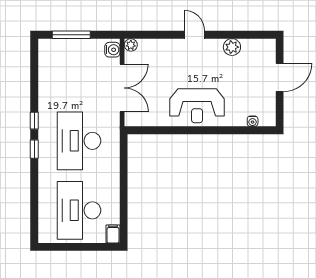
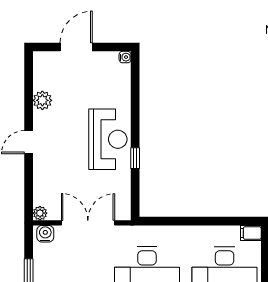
door: (280, 77) -> (76, 47), hinge flipped
water cooler: (253, 121) -> (125, 57), moved
window: (180, 130) -> (135, 158), added

